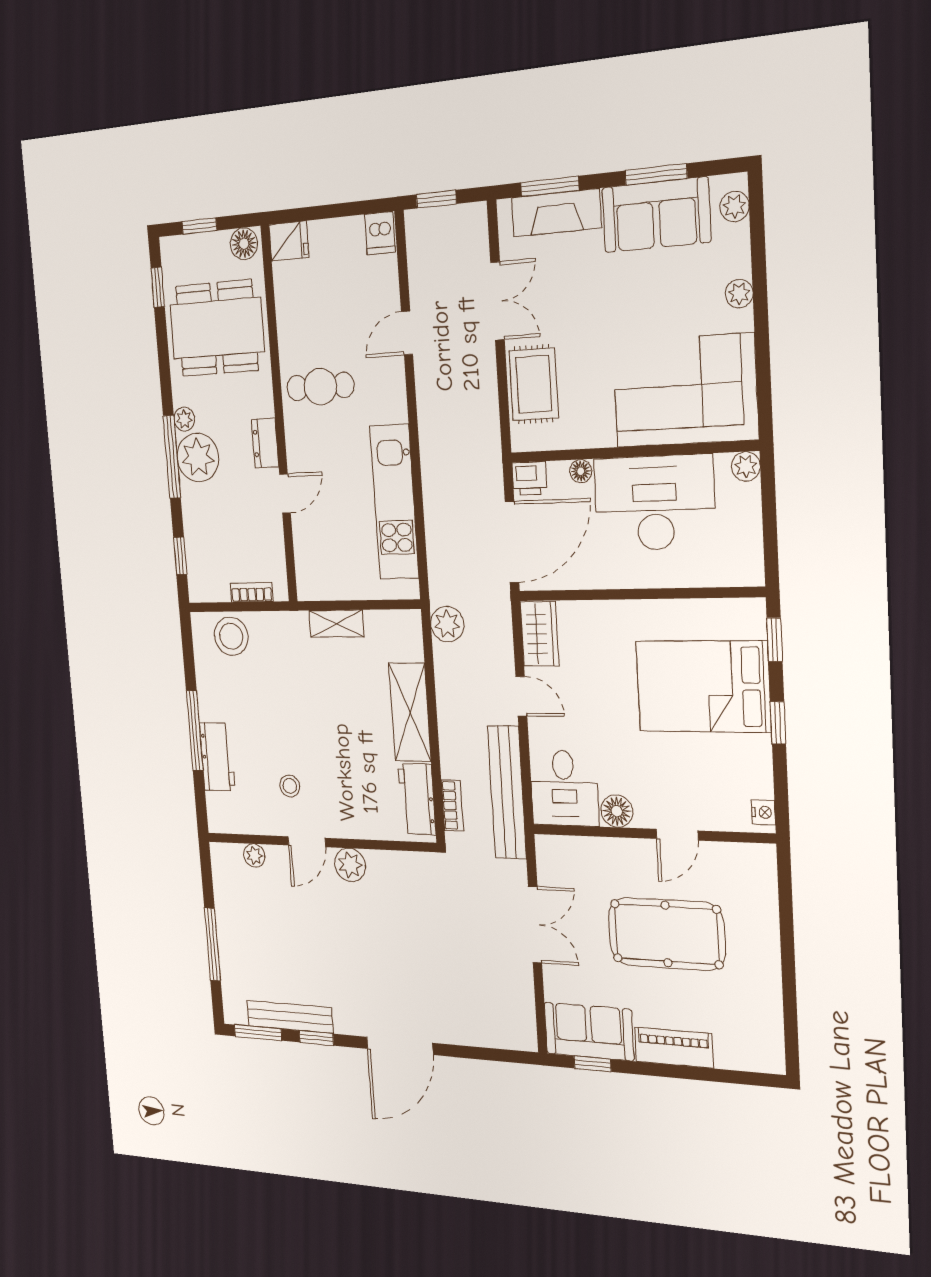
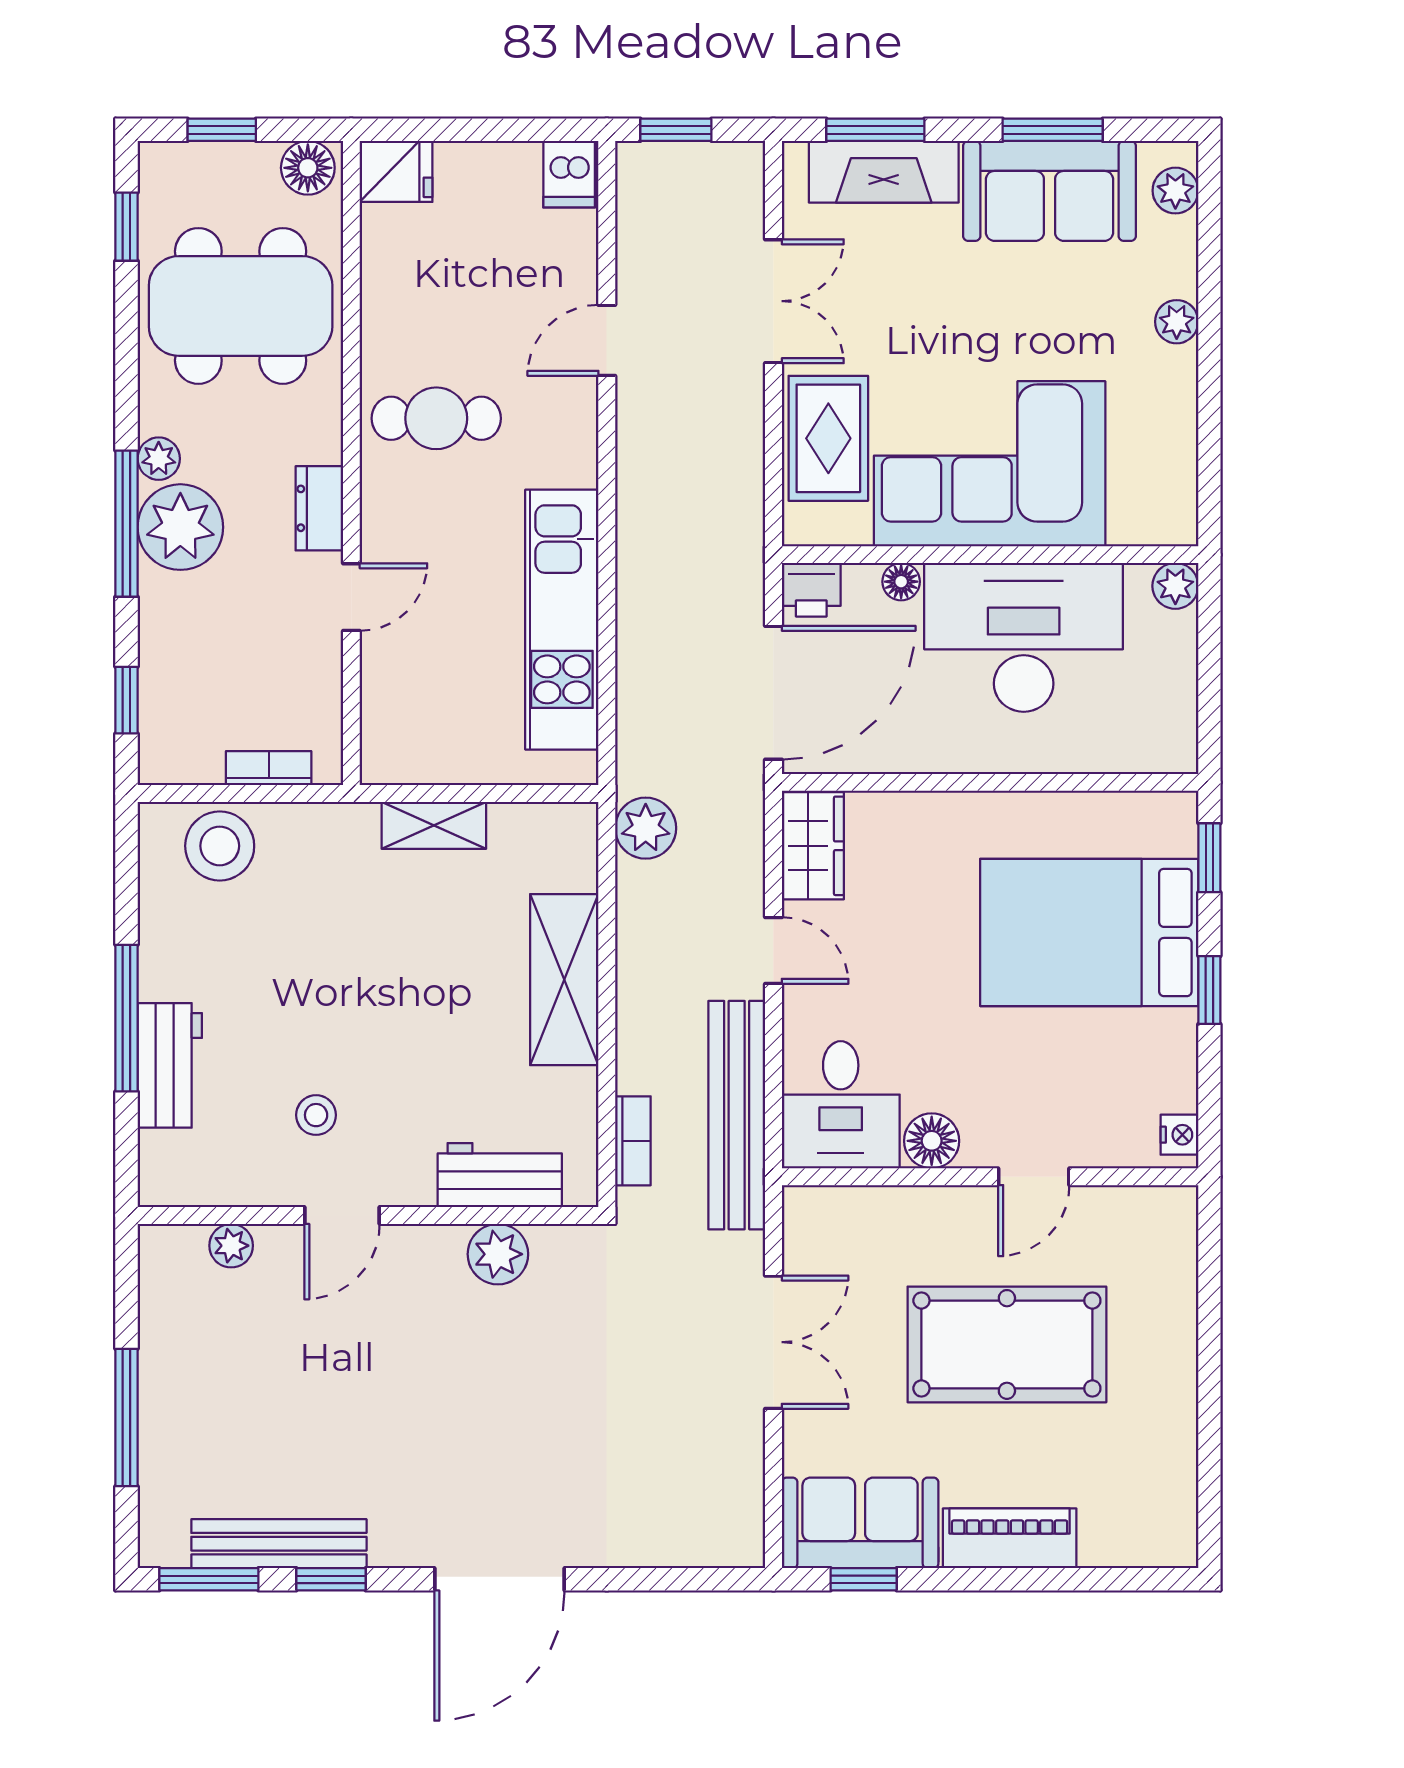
corner sofa: (685, 391) -> (990, 464), moved
workbench: (417, 799) -> (500, 1175), moved, turned 90
plant: (350, 865) -> (498, 1254), moved

